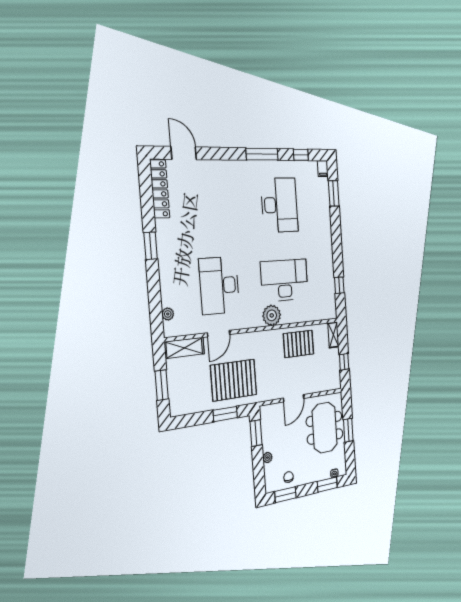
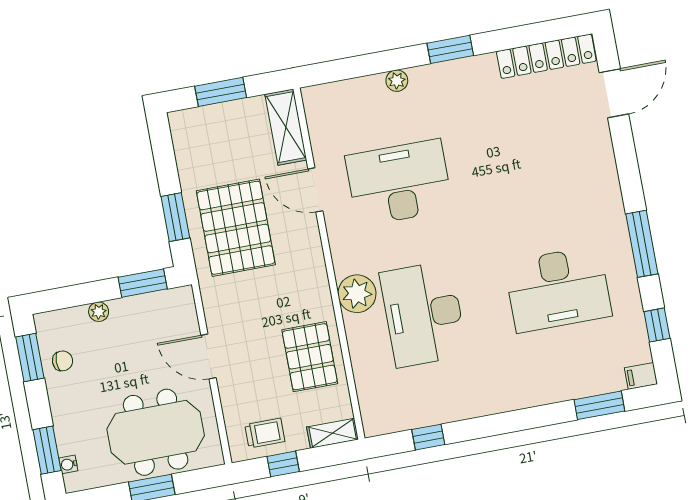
desk: (284, 280) -> (423, 314), turned 180
plant: (168, 314) -> (397, 81), moved
trolley: (330, 370) -> (265, 433), added

